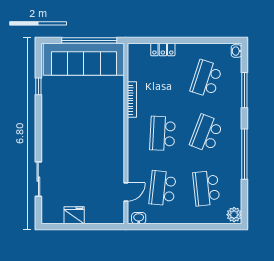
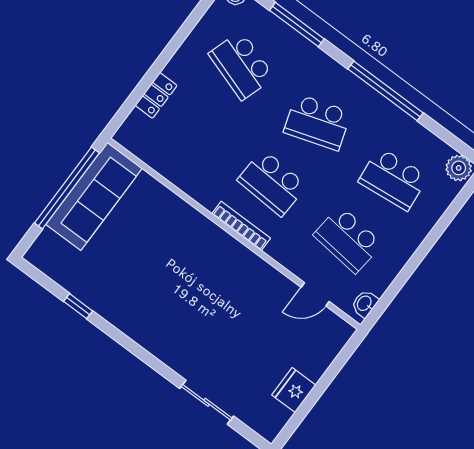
sofa: (84, 59) -> (94, 196), width x0.74, depth x0.79
bookcase: (132, 100) -> (241, 226), moved
school desk: (206, 133) -> (317, 122), turned -39
door: (126, 192) -> (315, 294), swing flipped

